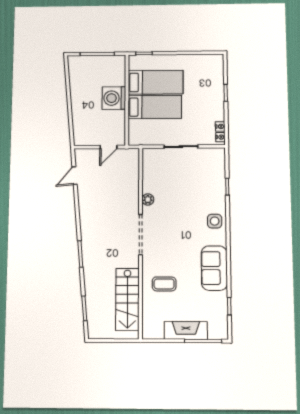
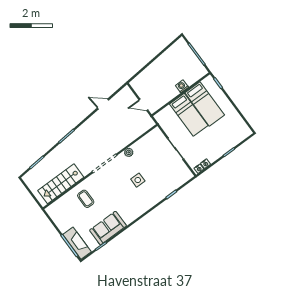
washing machine: (114, 98) -> (182, 86), width x0.53, depth x0.53
door: (75, 176) -> (103, 104), moved
side table: (215, 221) -> (138, 180), moved
sofa: (214, 268) -> (108, 228), moved
fireplace: (186, 330) -> (77, 243), moved

